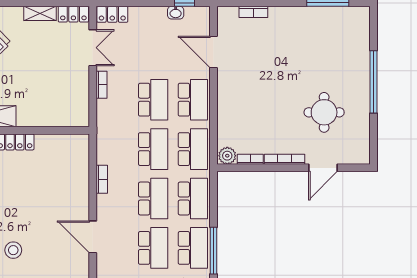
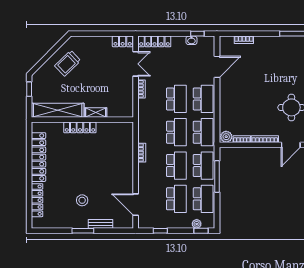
shelving: (40, 13) -> (96, 112), moved
locker: (112, 14) -> (155, 41), width x1.53
door: (214, 52) -> (217, 67), swing flipped
door: (93, 237) -> (136, 205), moved
window: (214, 251) -> (217, 176), moved

